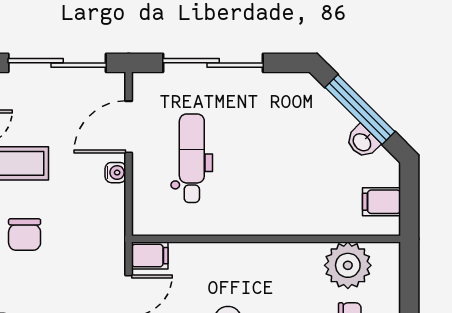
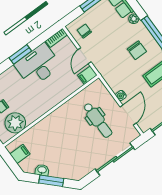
window: (360, 110) -> (51, 181), width x0.69
chair: (25, 235) -> (137, 50), turned 180

